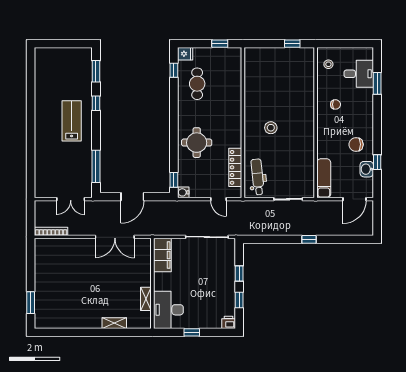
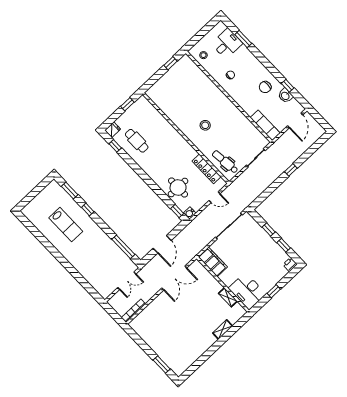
lab bench: (72, 121) -> (66, 225), moved, turned 180
round table: (197, 143) -> (178, 187), moved

